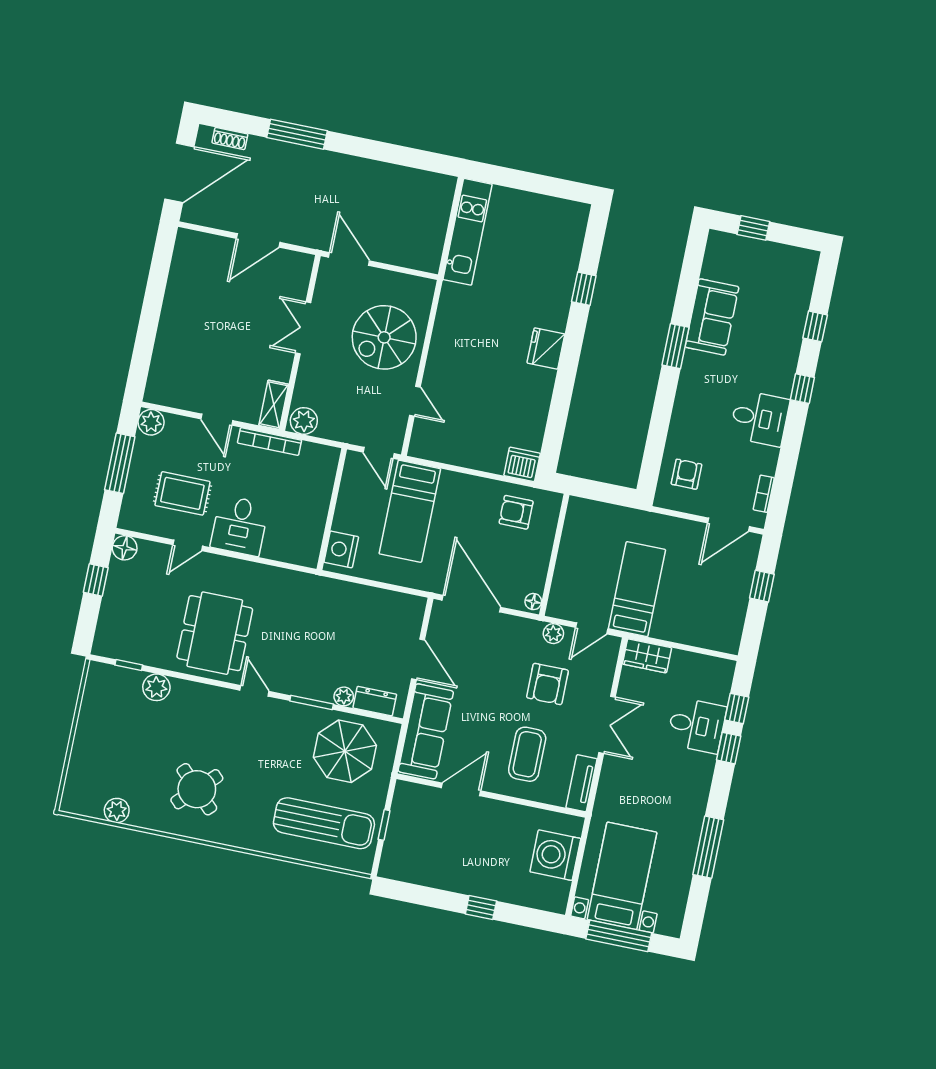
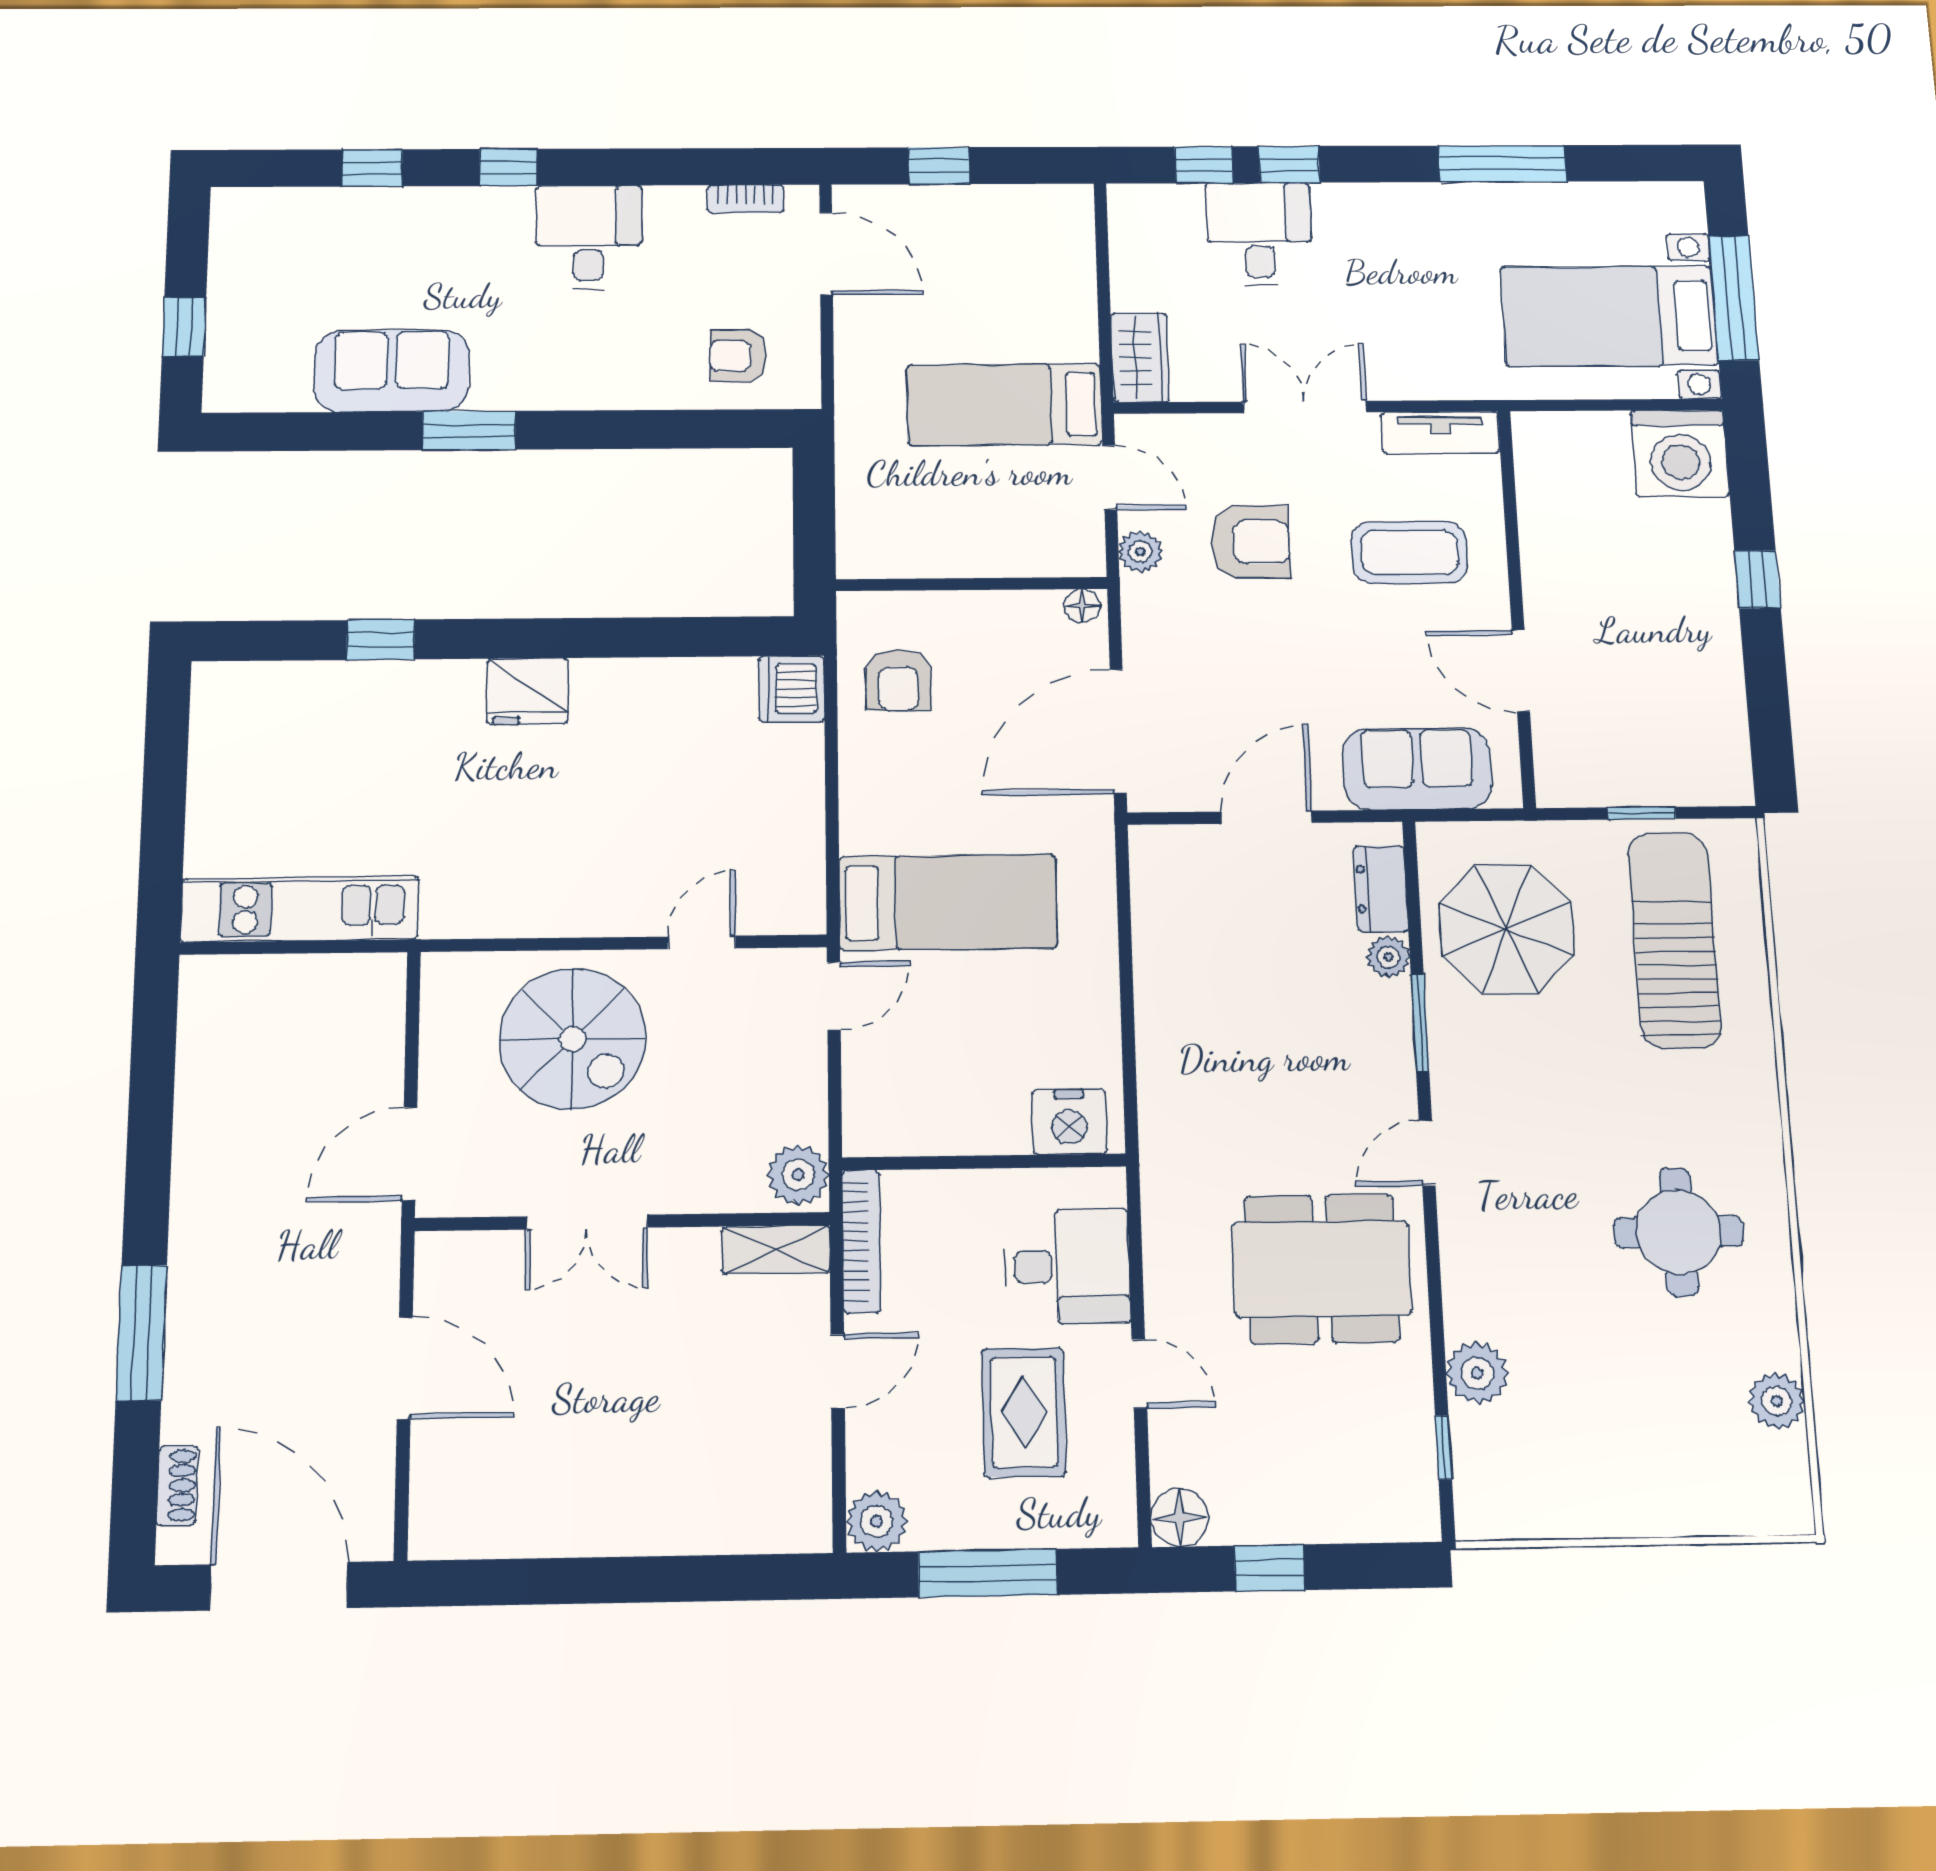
wall: (332, 509) -> (984, 1162), moved
nightstand: (341, 549) -> (1069, 1122), moved
sofa: (426, 731) -> (1417, 769), width x0.73
round table: (197, 789) -> (1679, 1232), turned 45
washing machine: (555, 855) -> (1680, 454), moved

